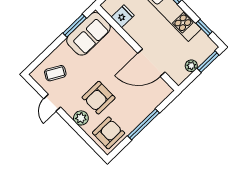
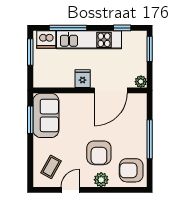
fridge: (123, 16) -> (83, 79), moved
plant: (191, 66) -> (141, 82), moved
door: (52, 103) -> (70, 190), swing flipped
armchair: (109, 133) -> (131, 170), turned -90

